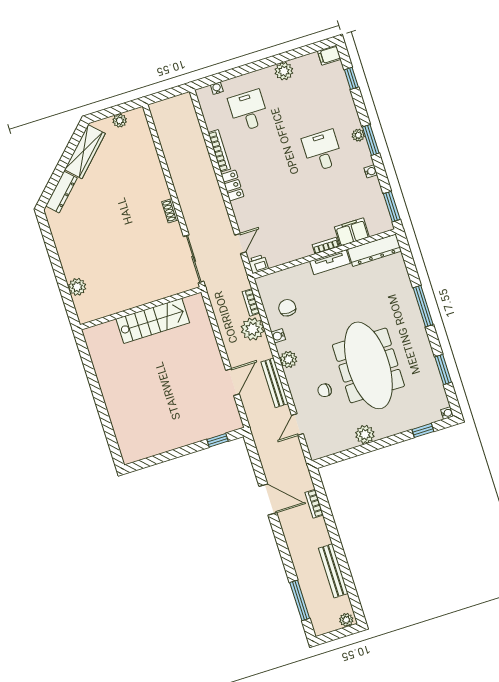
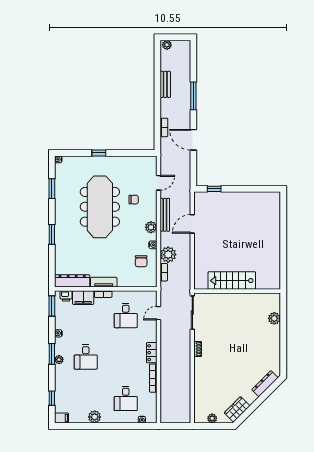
wardrobe: (85, 152) -> (237, 409), width x0.67
desk: (285, 226) -> (126, 315), added
printer: (258, 264) -> (66, 296), moved
window: (423, 306) -> (52, 234), width x0.69
window: (423, 430) -> (99, 153), moved
plant: (365, 434) -> (116, 162), removed
bench: (333, 571) -> (165, 84), width x0.73
window: (300, 600) -> (193, 96), moved

